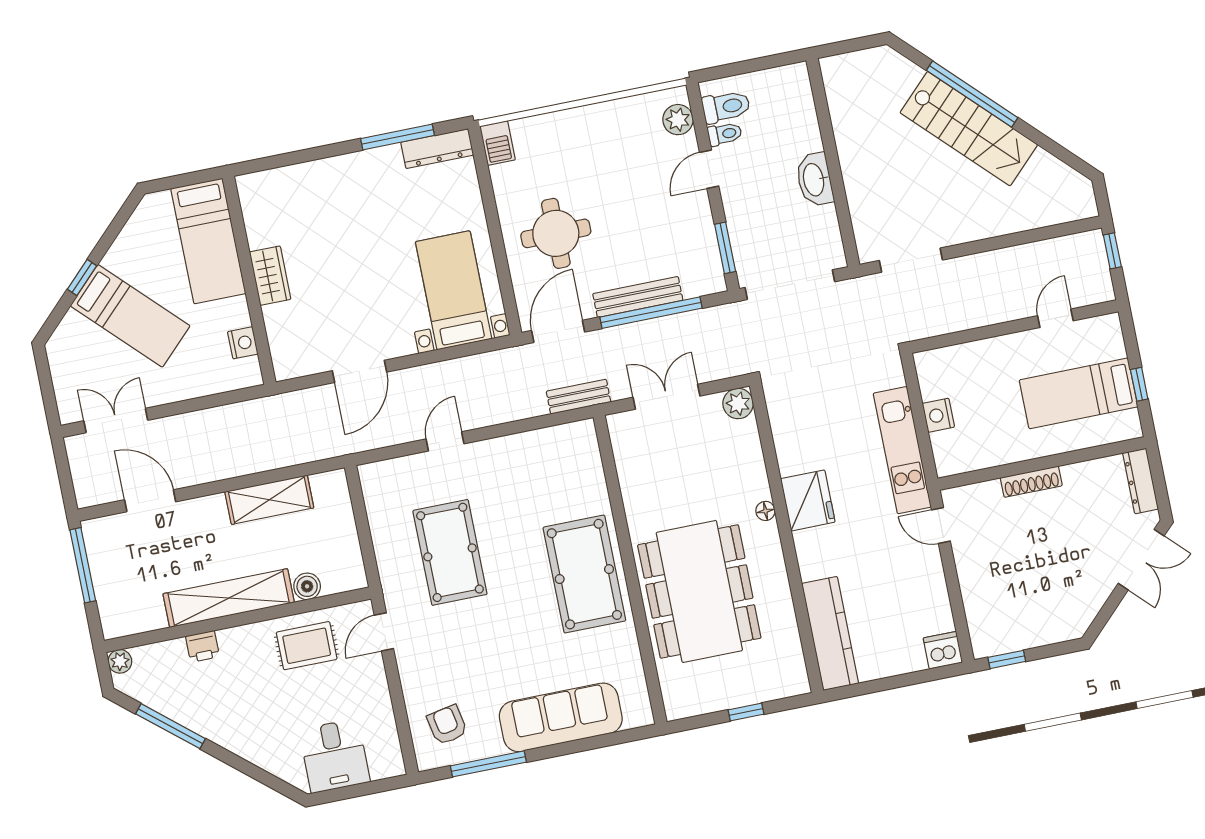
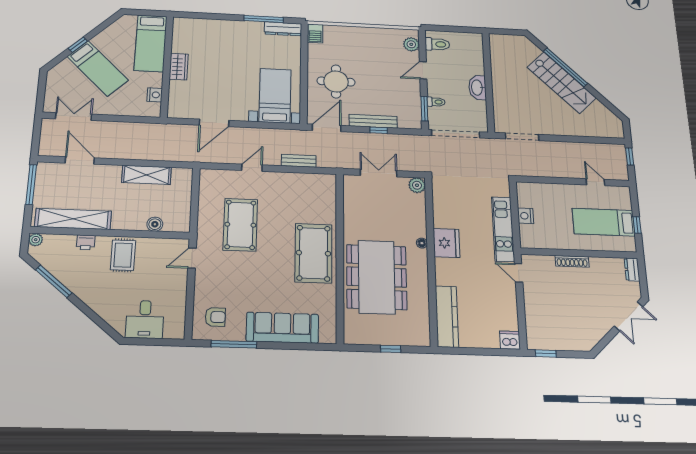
toilet: (725, 134) -> (436, 102), moved
window: (651, 313) -> (379, 130), width x0.32
door: (1055, 318) -> (595, 182), hinge flipped
bench: (579, 397) -> (299, 161), moved
dresser: (1140, 481) -> (632, 270), width x0.70
shelving: (229, 598) -> (73, 219), moved
rug: (307, 646) -> (123, 255), moved, turned 90
armchair: (447, 725) -> (215, 317), turned 101

